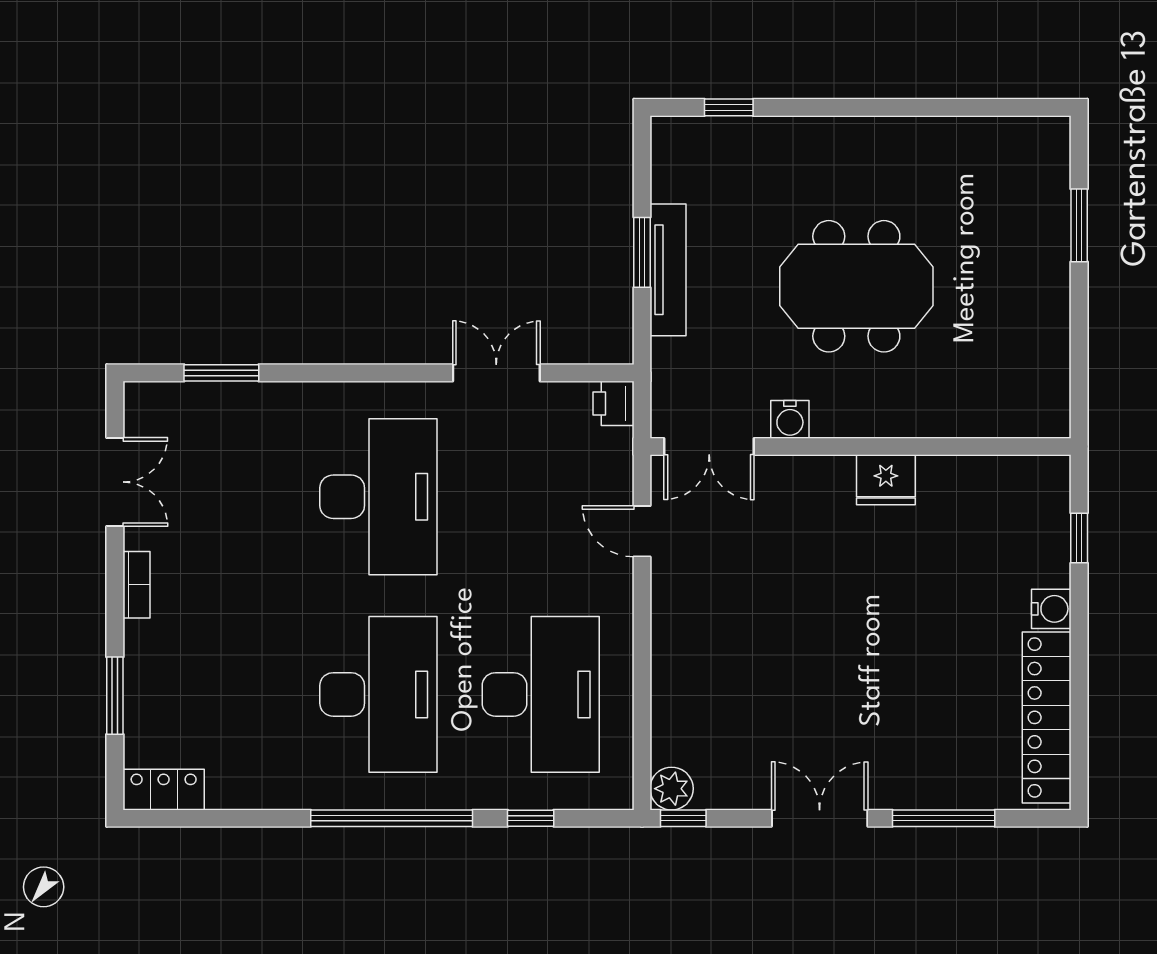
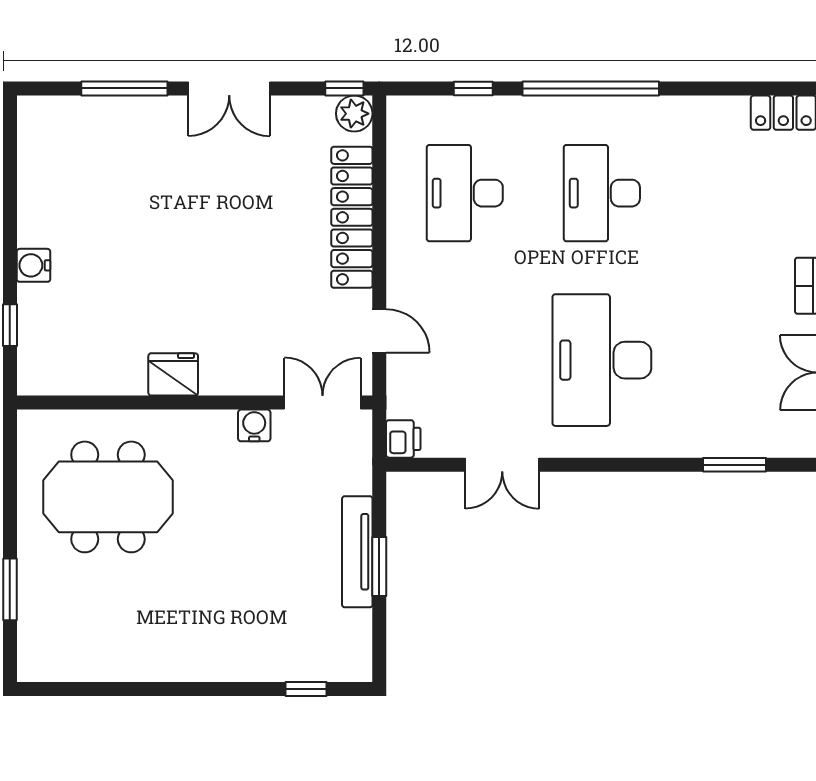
meeting table: (856, 286) -> (108, 497), moved
desk: (378, 694) -> (602, 193), width x0.73, depth x0.77
desk: (541, 694) -> (465, 193), width x0.73, depth x0.77
locker: (1047, 717) -> (352, 217), moved, turned 180

